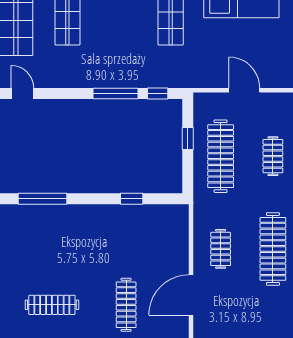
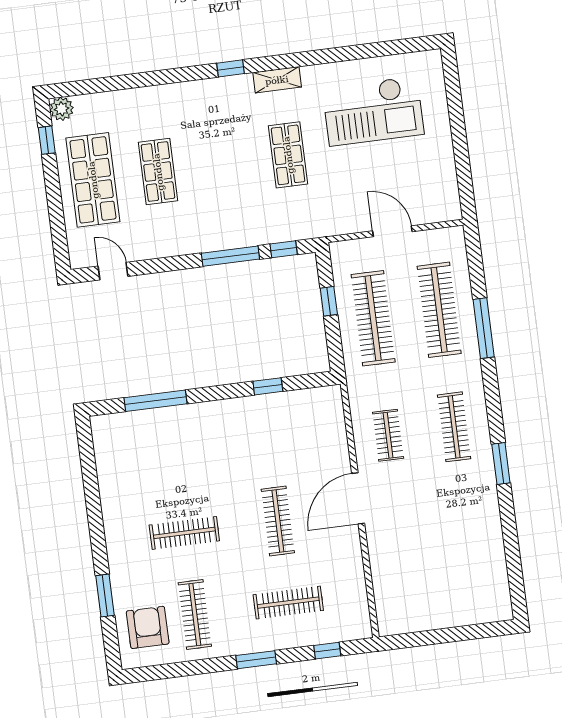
clothes rail: (273, 156) -> (439, 310), width x1.86, depth x1.31
clothes rail: (273, 249) -> (454, 427), width x0.73, depth x0.76

